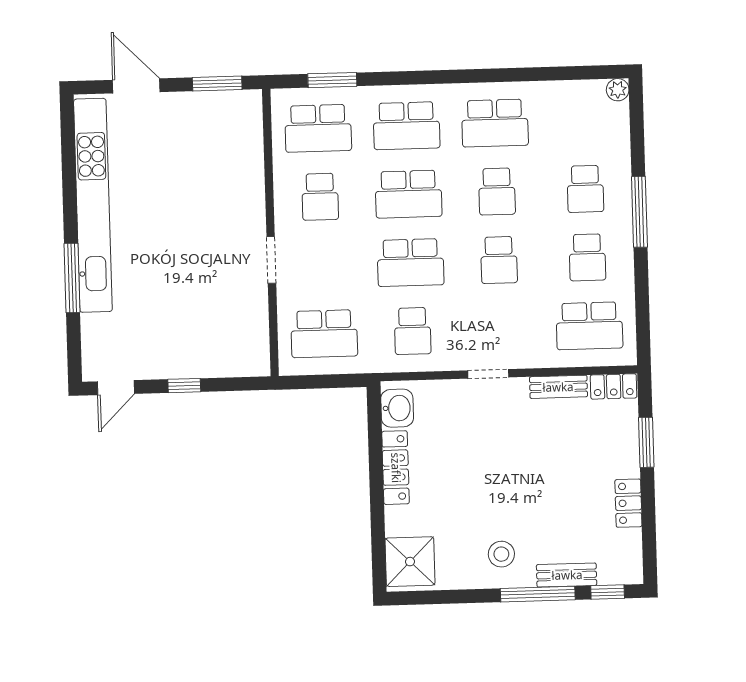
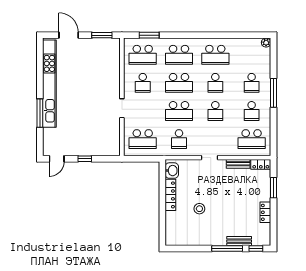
stool: (501, 554) -> (199, 209), moved
shower: (410, 562) -> (175, 234), removed

